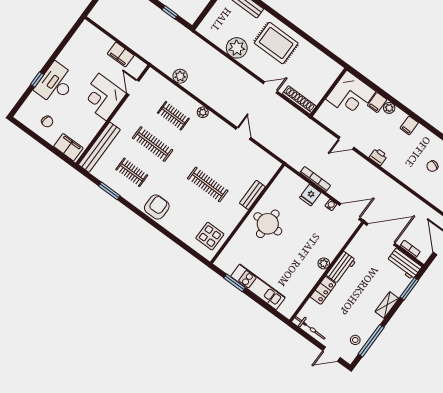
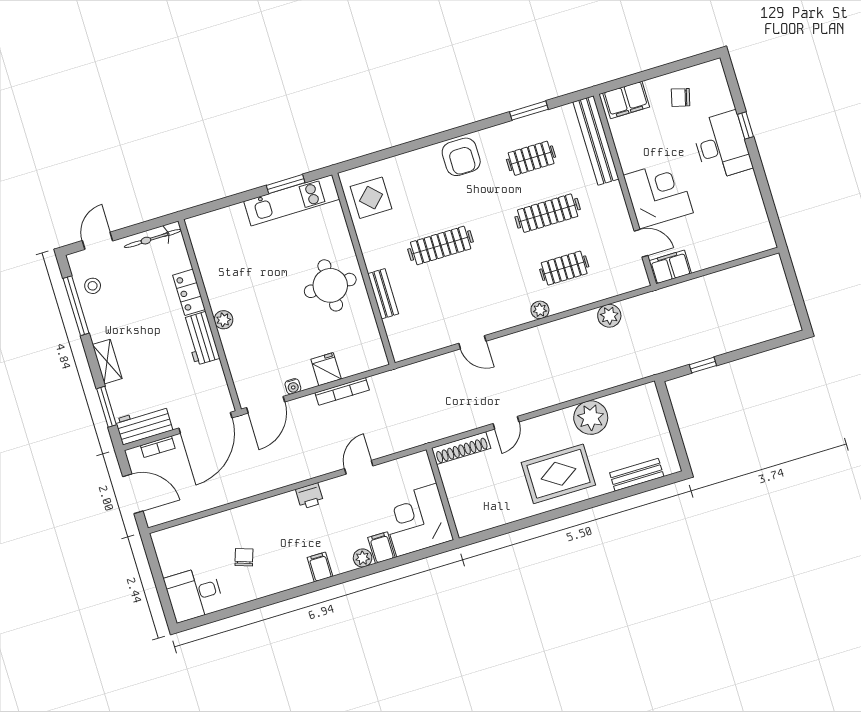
filing cabinet: (121, 55) -> (670, 267), moved
kitchen unit: (258, 287) -> (292, 200), moved

